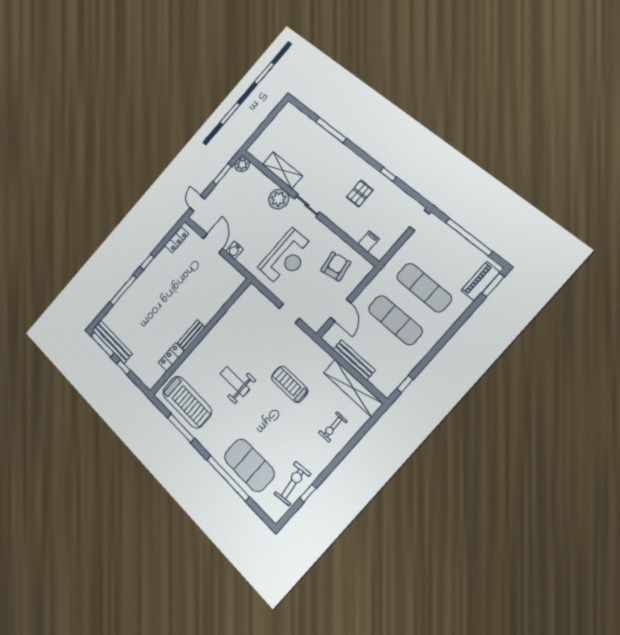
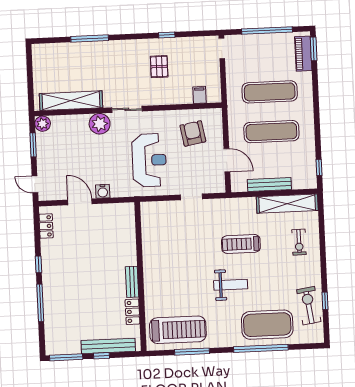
shelving: (283, 170) -> (71, 101), width x1.47
bench: (112, 342) -> (108, 346), moved
weight bench: (235, 381) -> (231, 285), moved, turned 180

